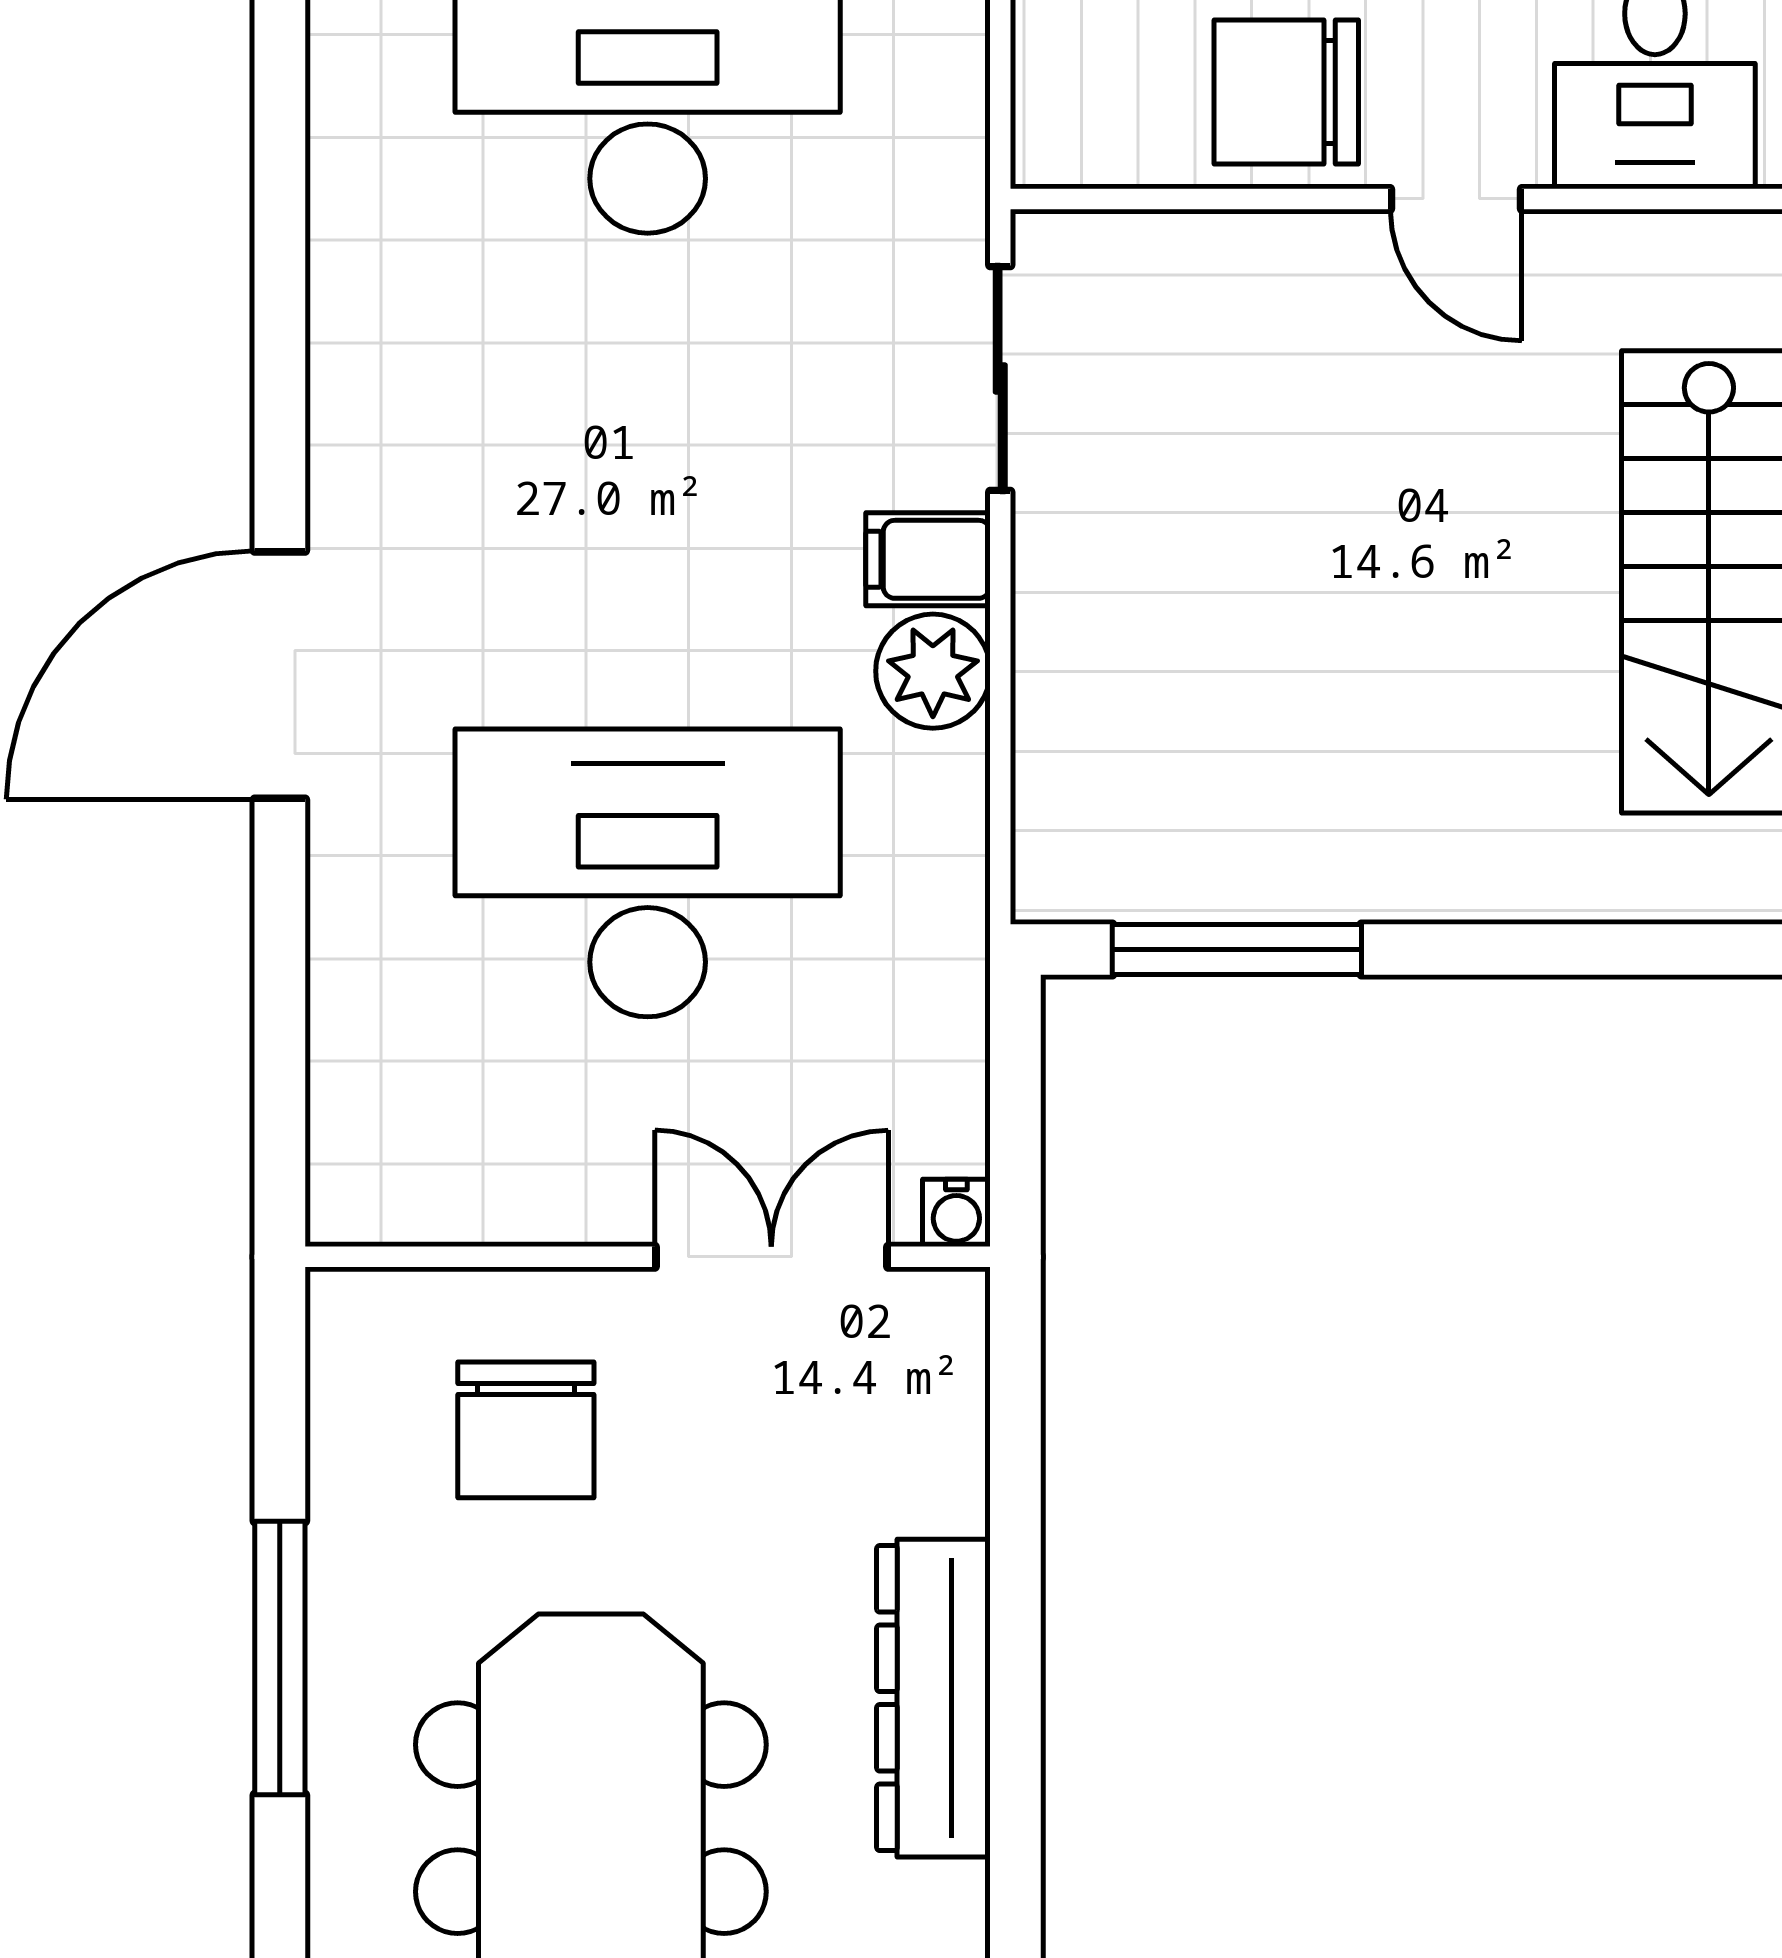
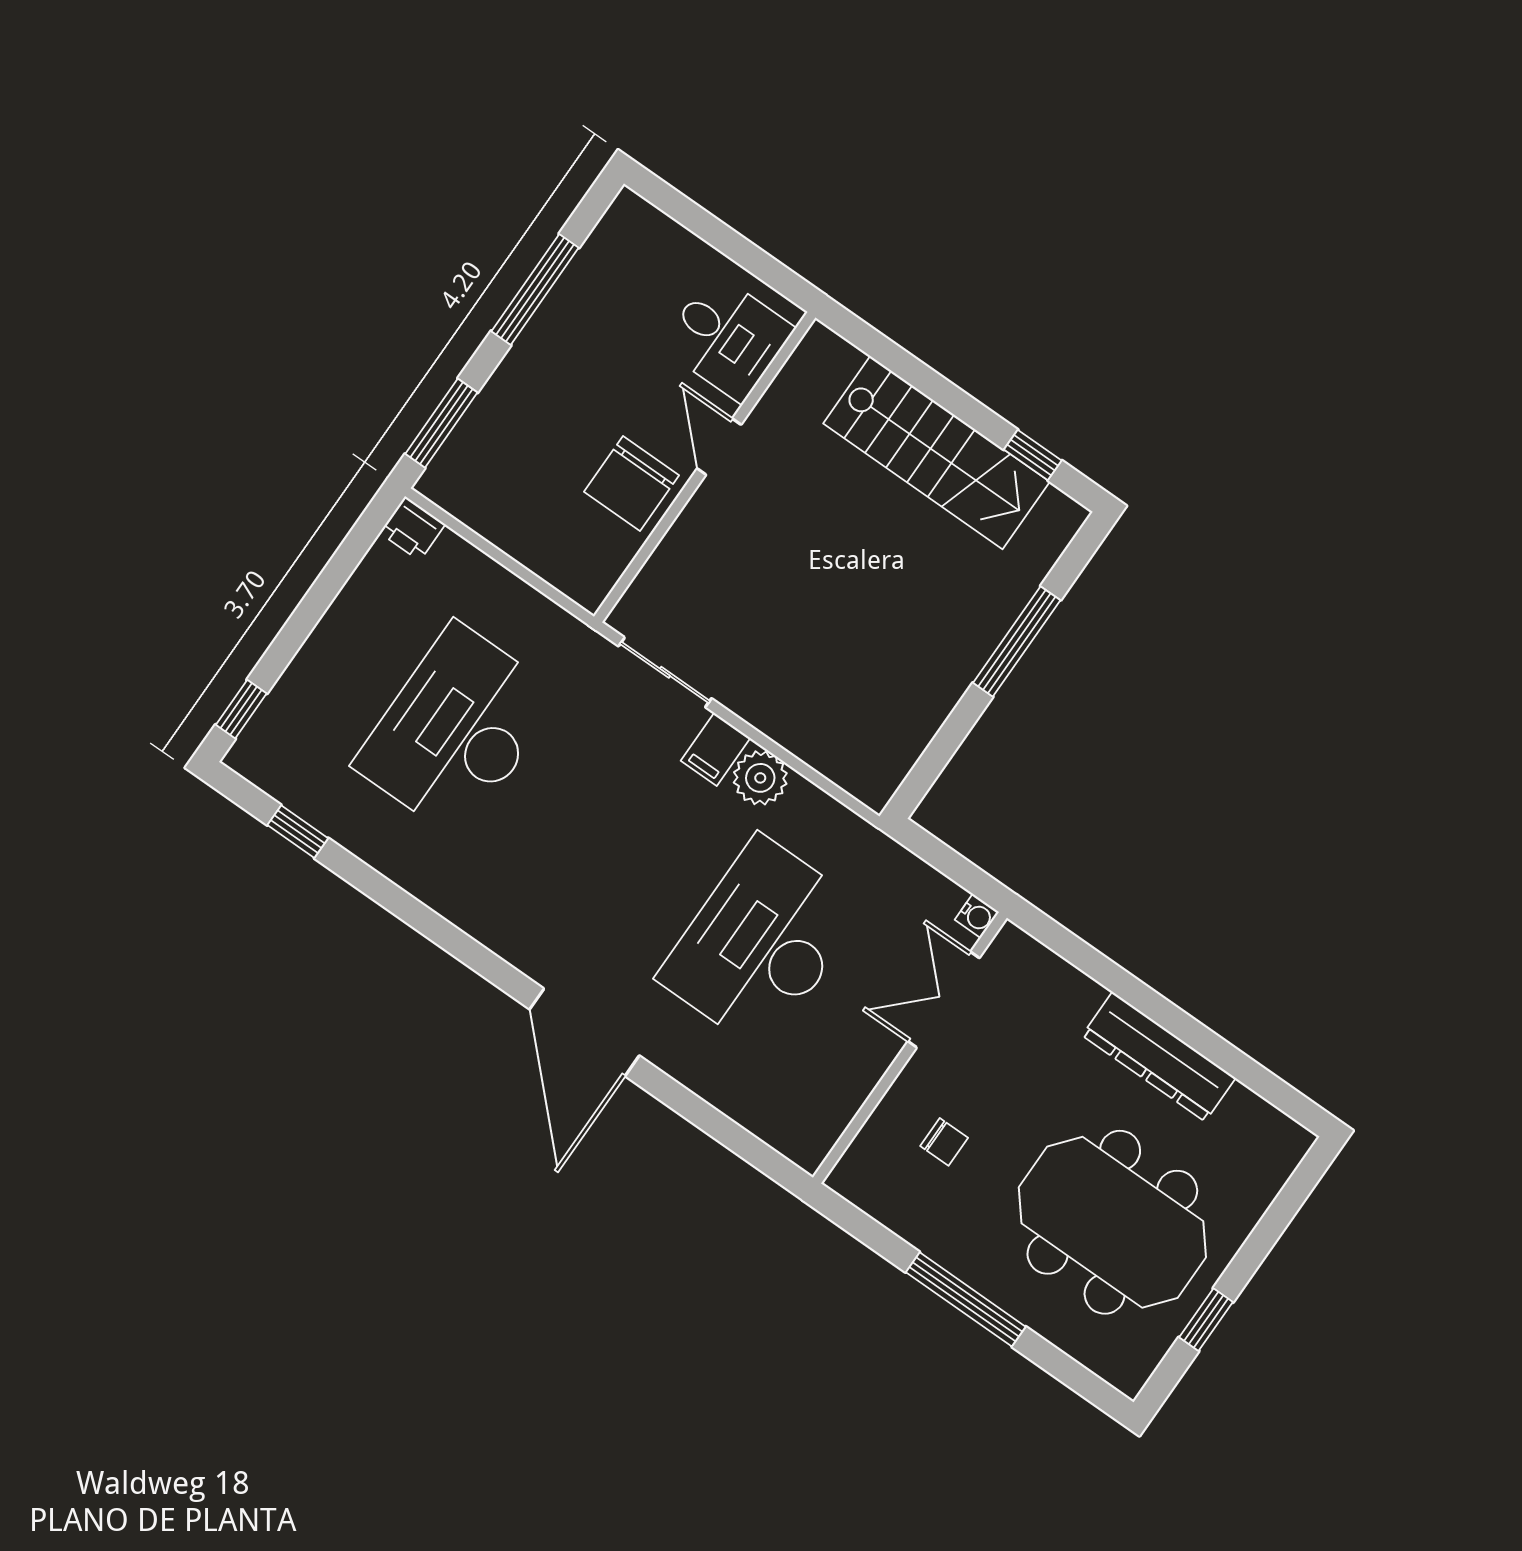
door: (1456, 199) -> (719, 447), swing flipped
window: (1237, 950) -> (1017, 642), moved
chair: (526, 1430) -> (944, 1142), width x0.54, depth x0.54

